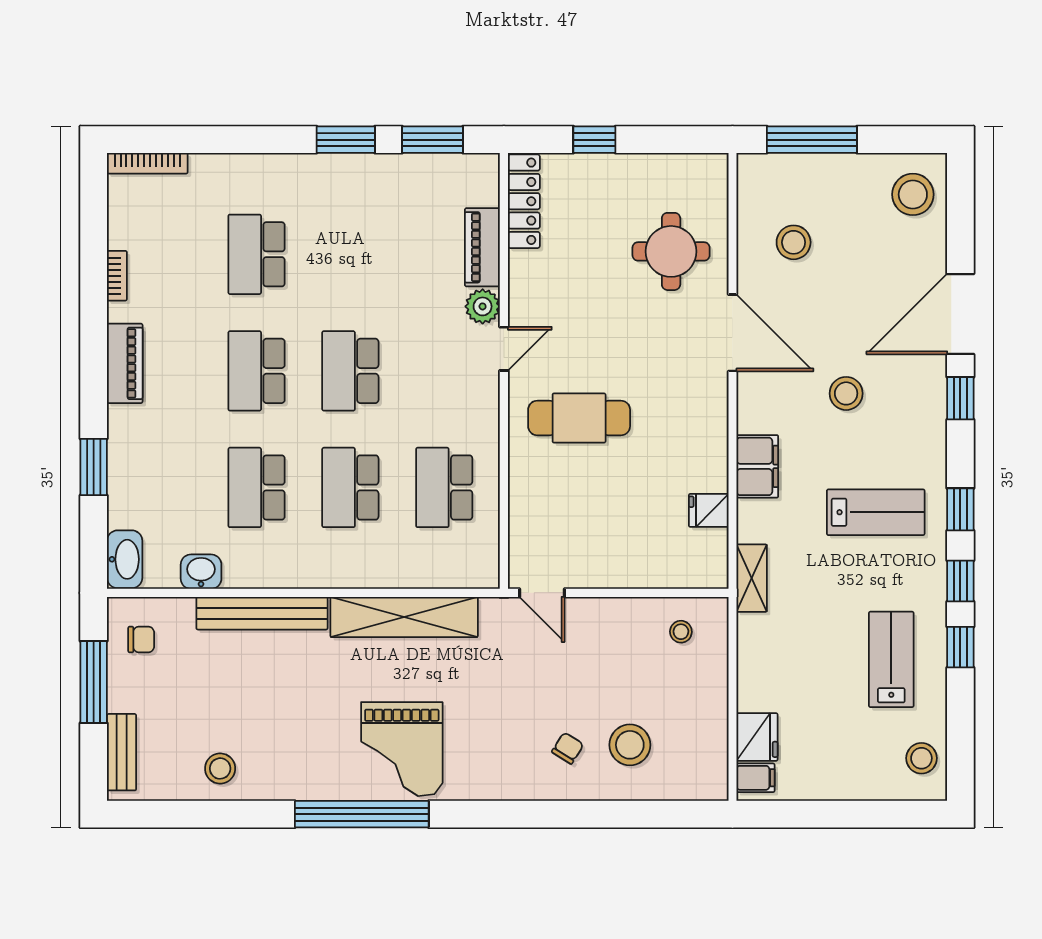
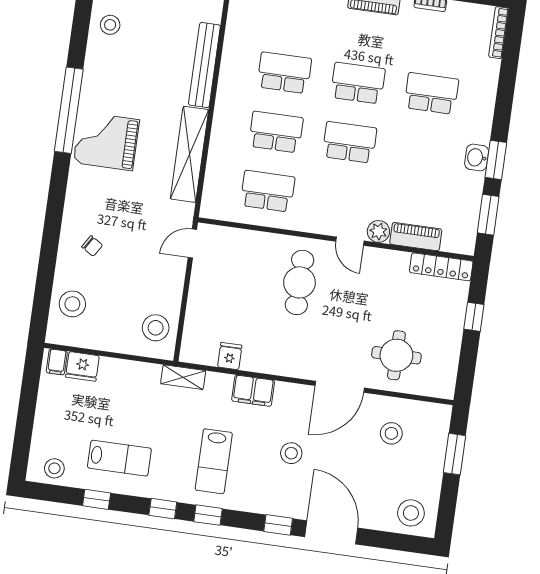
window: (812, 140) -> (455, 454), width x0.69
washbasin: (201, 572) -> (477, 158), moved, turned 180
stool: (681, 632) -> (156, 328), width x1.89, depth x1.89
window: (960, 647) -> (97, 499), moved
stool: (630, 745) -> (72, 304), moved

